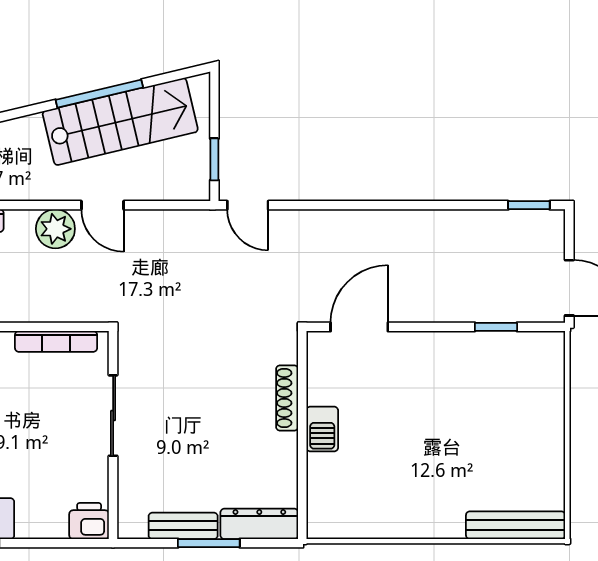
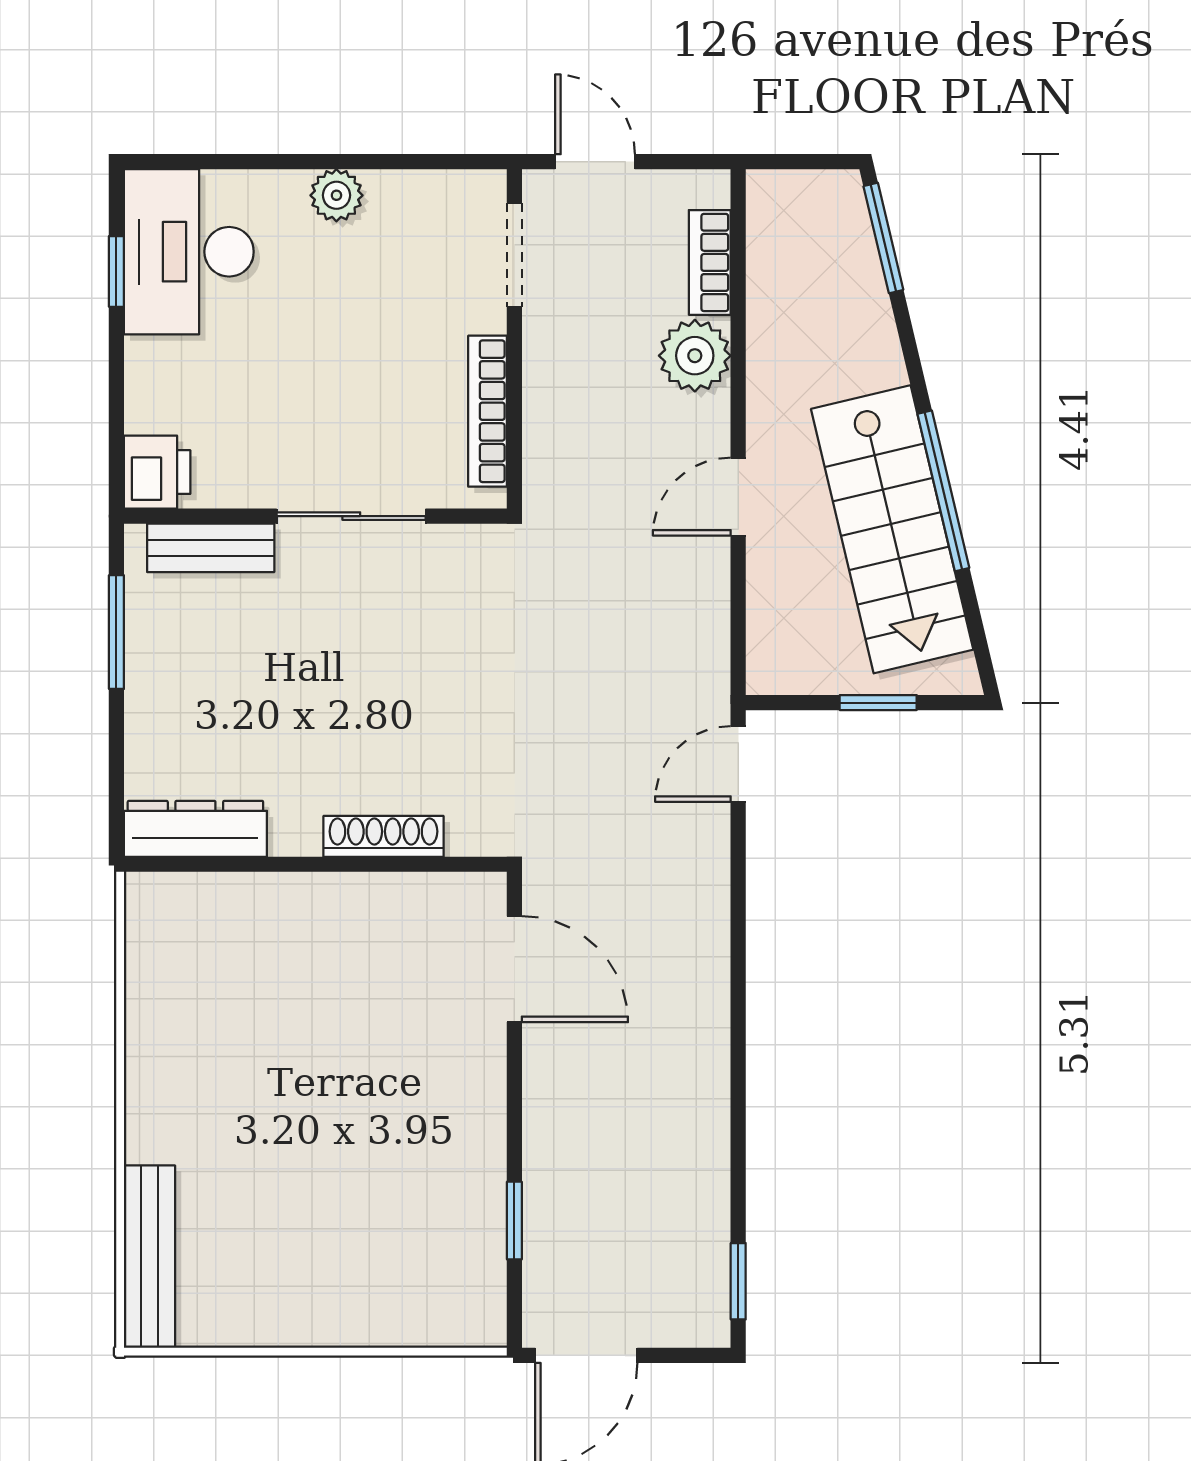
window: (214, 159) -> (878, 703), moved
plant: (55, 229) -> (695, 356), moved
barbecue: (322, 429) -> (326, 901), removed
dresser: (259, 524) -> (195, 829), moved, turned -90
bench: (183, 526) -> (211, 548), moved, turned 90
window: (209, 543) -> (116, 632), moved

